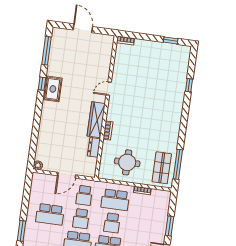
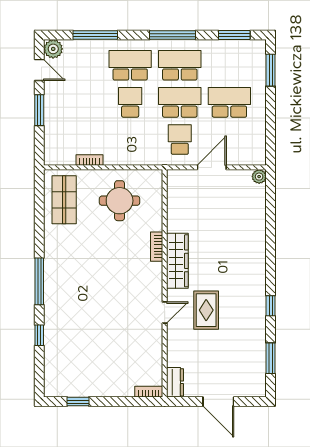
window: (46, 51) -> (271, 358), width x0.69
rug: (53, 89) -> (206, 310), moved
dresser: (94, 147) -> (175, 382), moved
window: (178, 164) -> (39, 281), moved
school desk: (115, 200) -> (130, 140), removed
school desk: (81, 219) -> (180, 102), width x1.85

